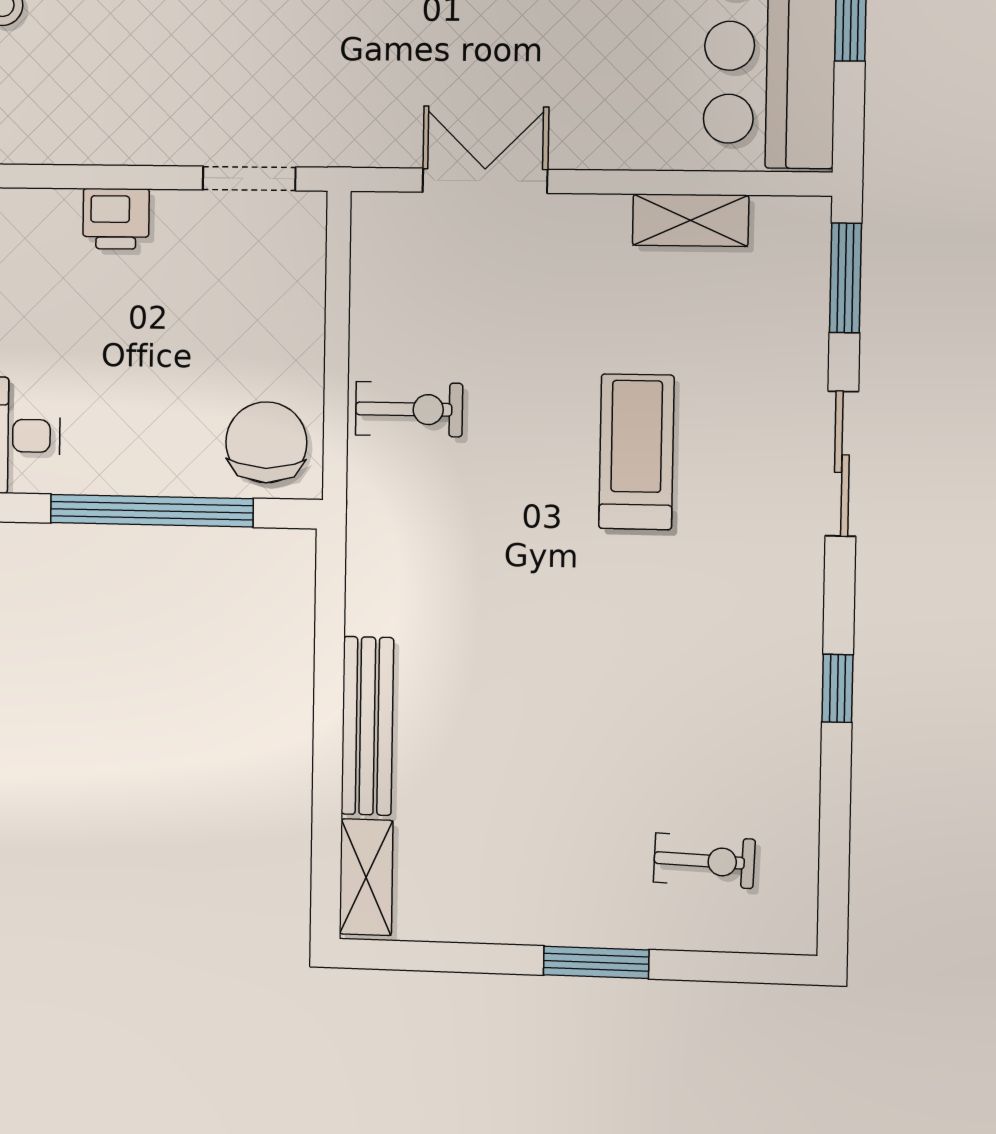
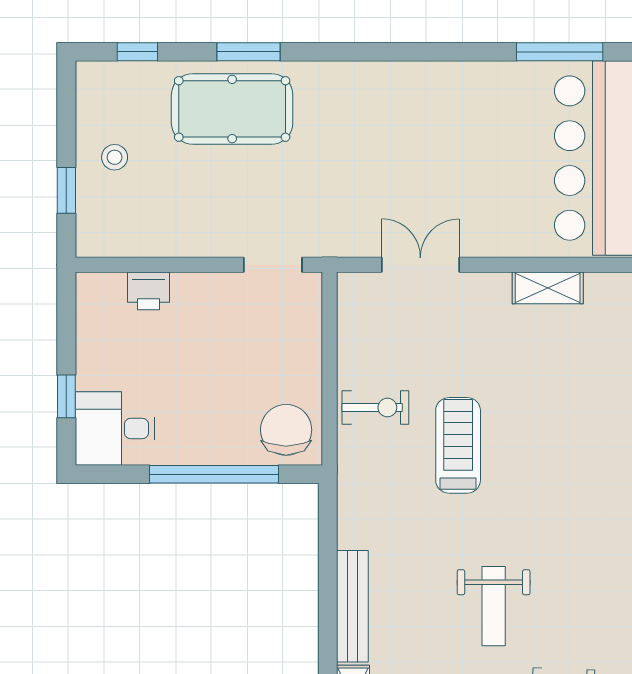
printer: (116, 219) -> (148, 291), moved
treadmill: (636, 452) -> (458, 445), moved
weight bench: (594, 732) -> (494, 606), added

